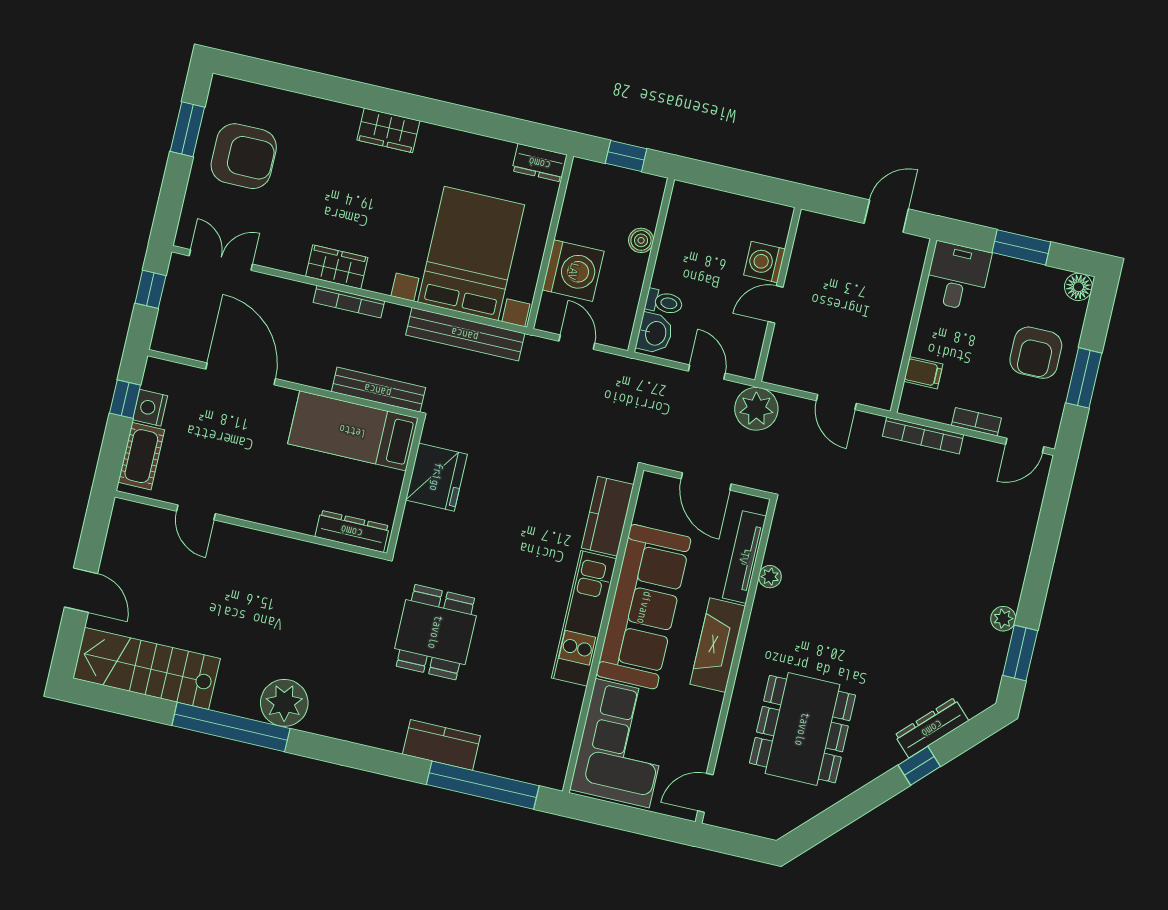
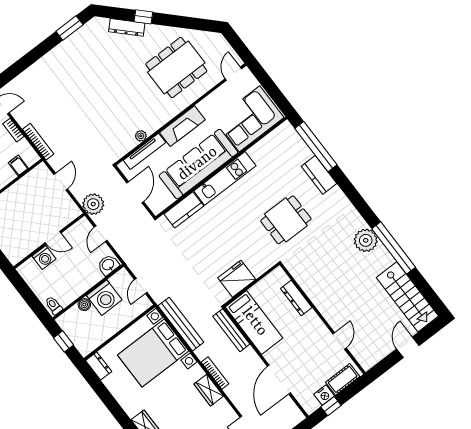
washing machine: (573, 271) -> (104, 298), moved, turned 180
toilet: (664, 302) -> (54, 305), moved
dresser: (352, 531) -> (296, 298), moved
plant: (1003, 619) -> (65, 47), removed
door: (705, 793) -> (233, 74), swing flipped

